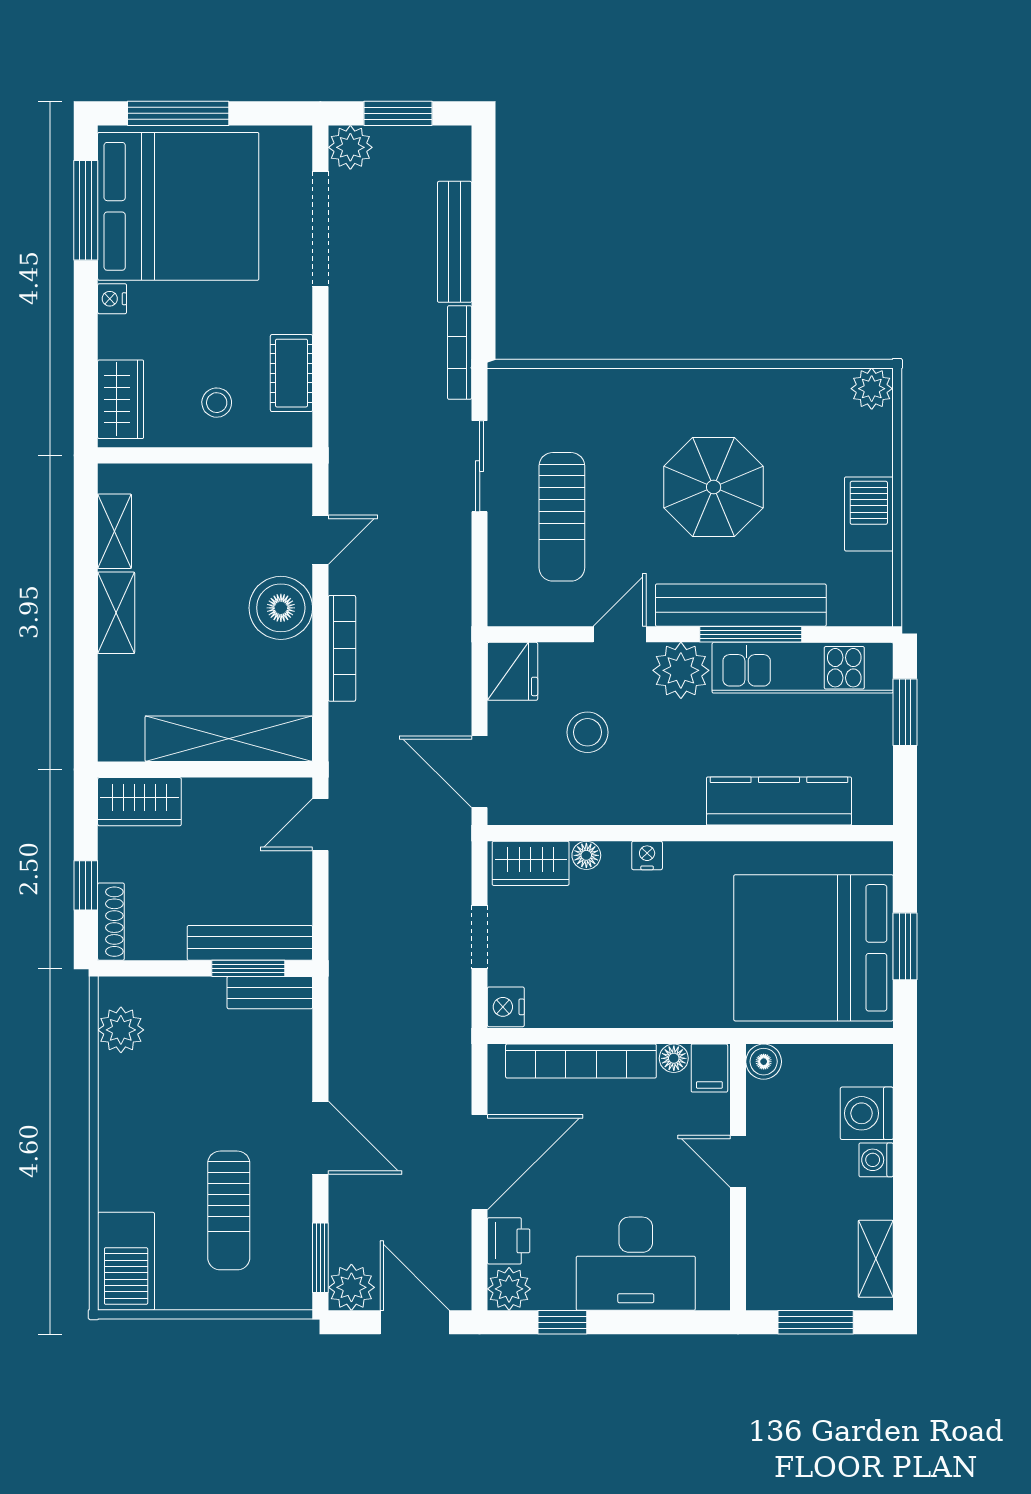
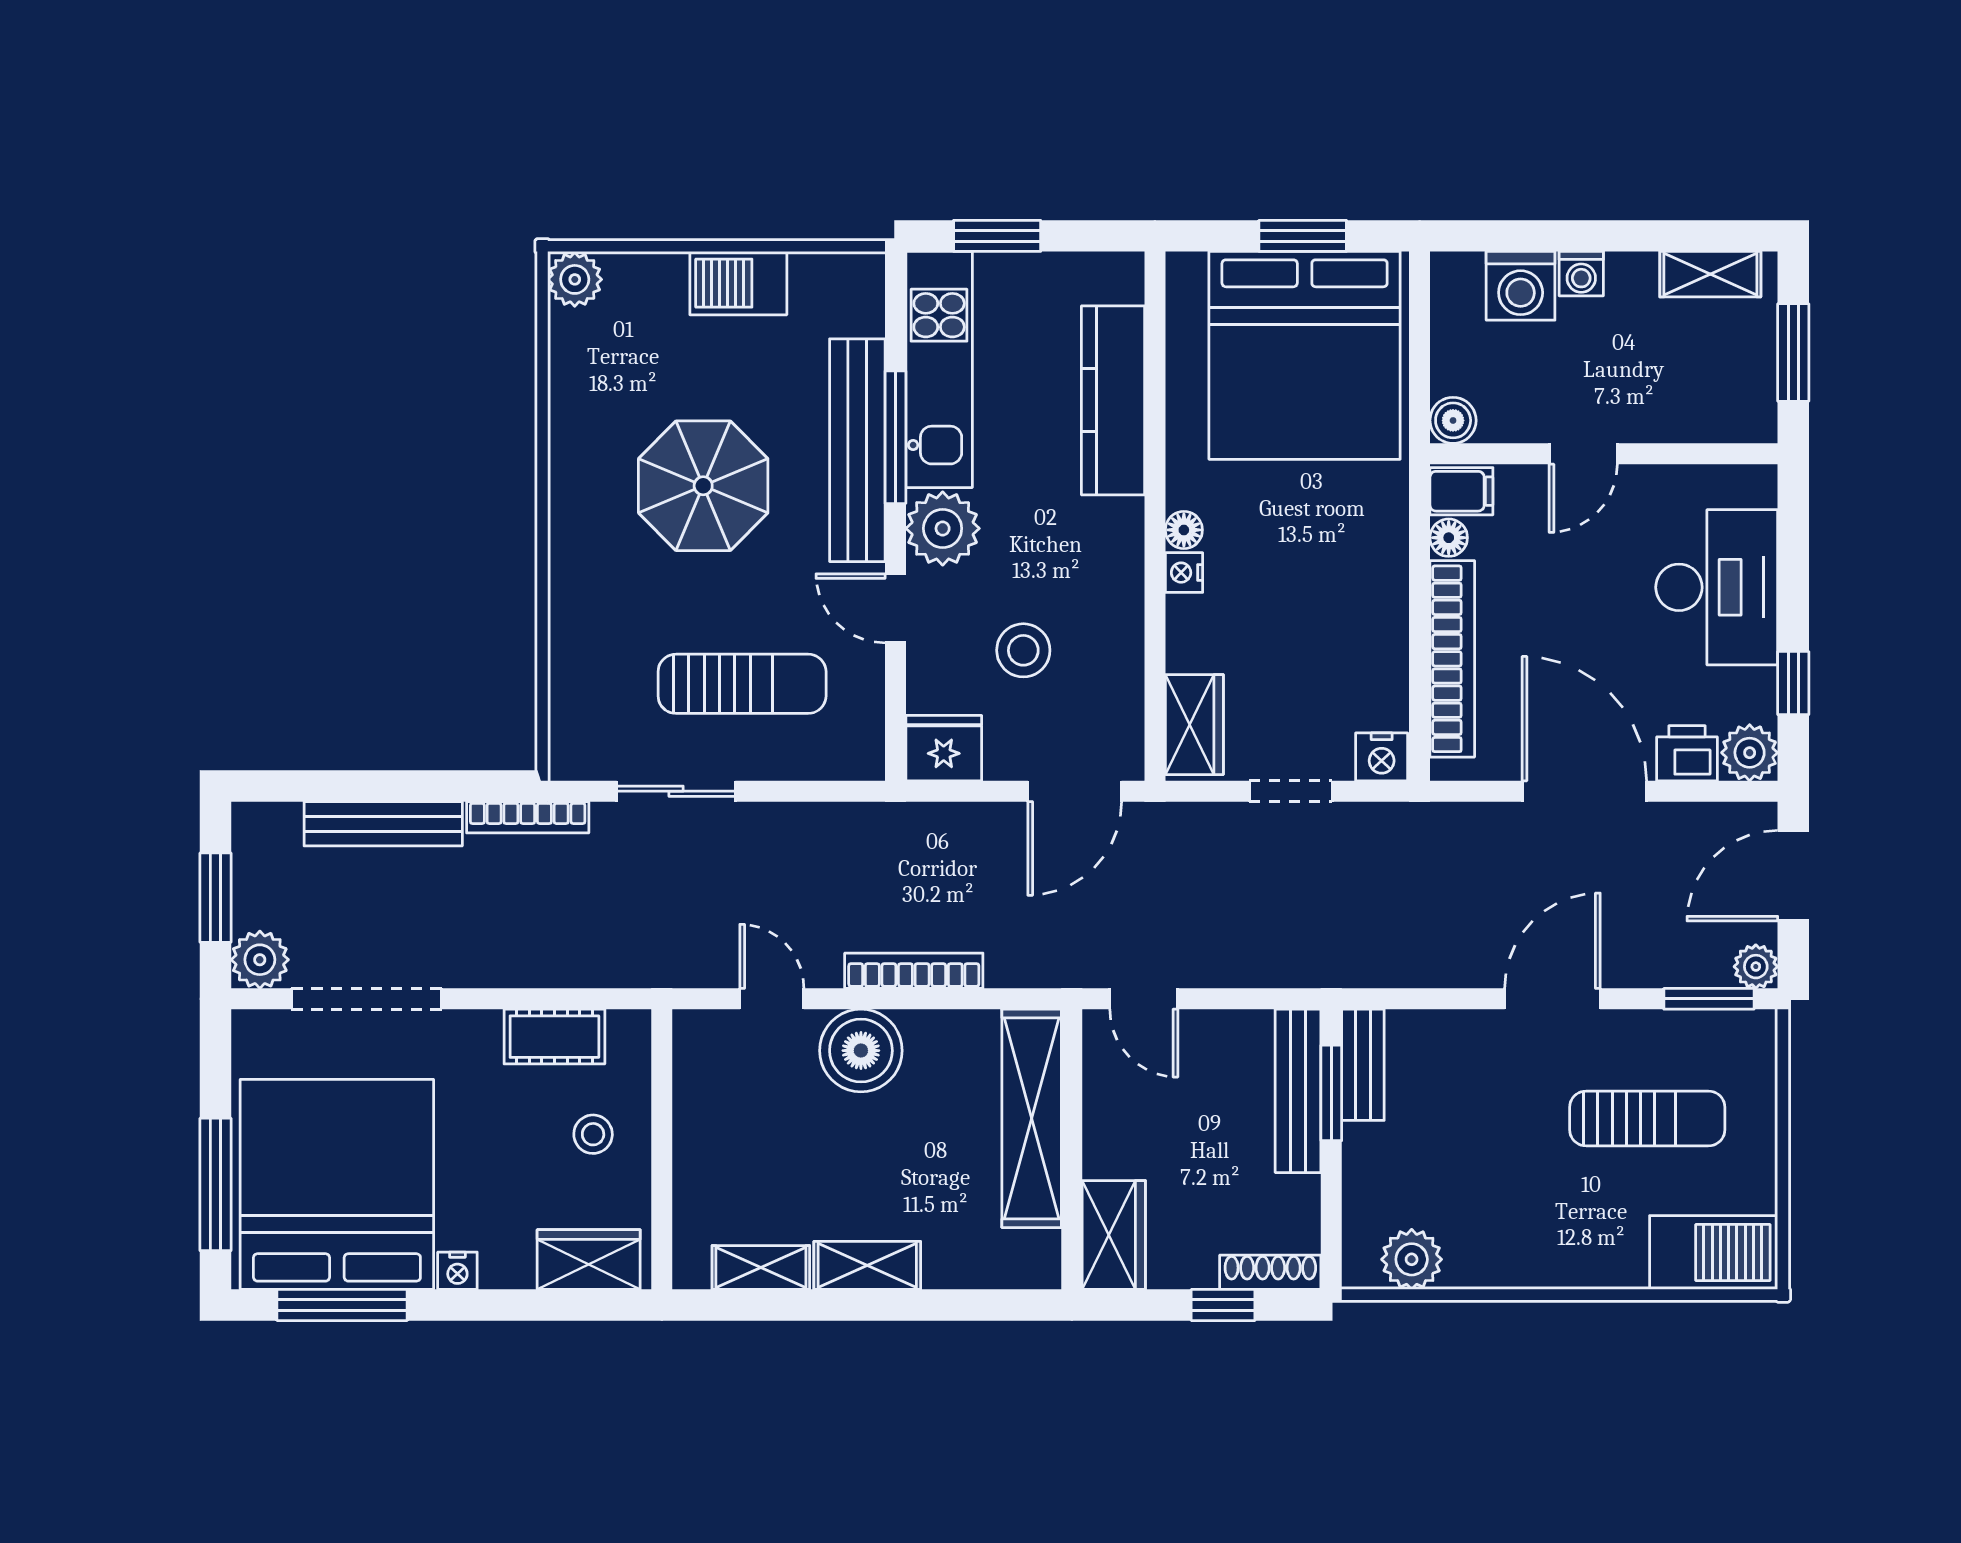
floor lamp: (586, 855) -> (1184, 530), moved
plant: (351, 1287) -> (1756, 967), width x0.73, depth x0.73

